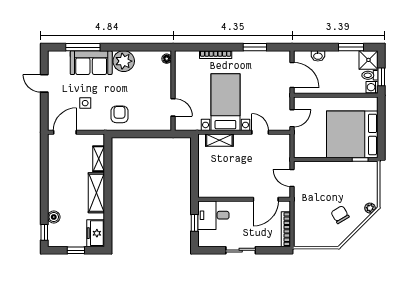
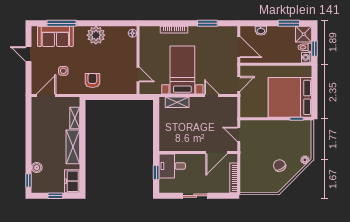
sofa: (91, 63) -> (55, 36), moved

